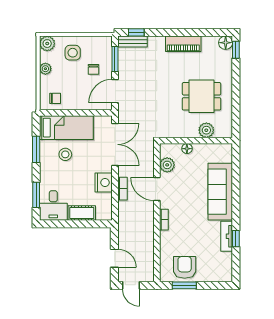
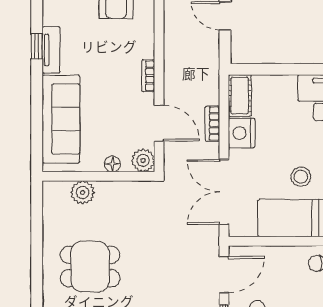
plant: (206, 130) -> (83, 192), moved
wall: (196, 141) -> (98, 176), moved
floor lamp: (187, 149) -> (113, 164), moved
cot: (82, 213) -> (240, 96), moved, turned 90

